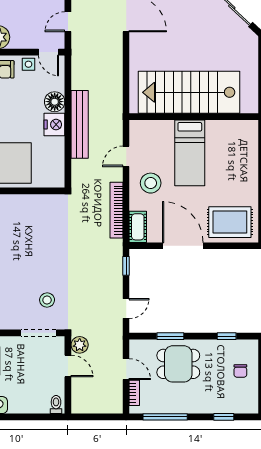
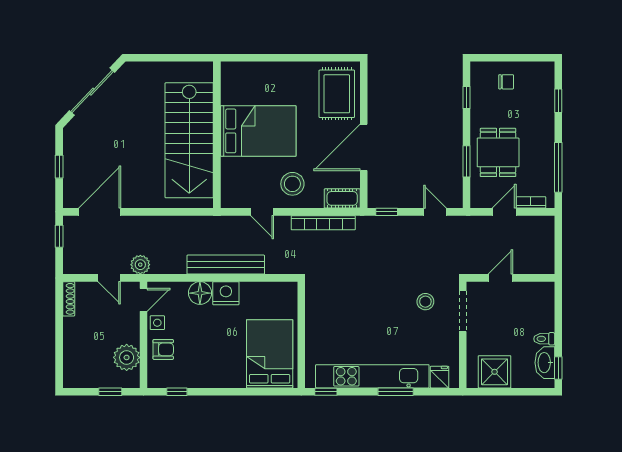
bed: (190, 153) -> (258, 131), width x1.50
plant: (80, 345) -> (140, 265), moved
toilet: (56, 405) -> (544, 339), moved

